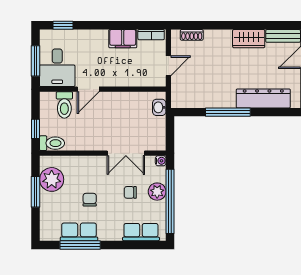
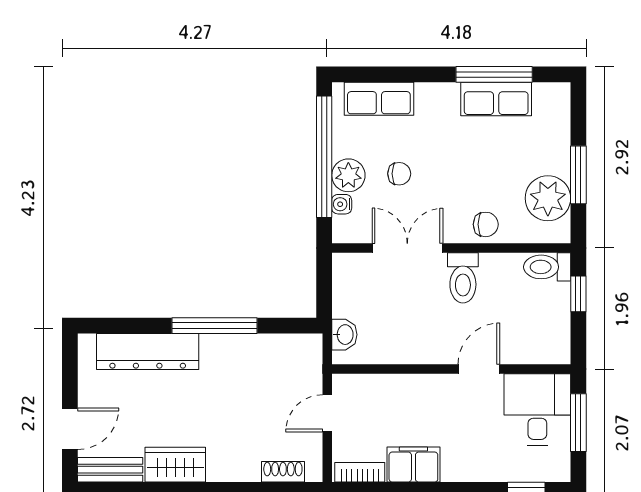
toilet: (64, 105) -> (463, 278), moved, turned 180
water cooler: (161, 161) -> (342, 204), moved
chair: (90, 200) -> (486, 224), moved, turned -90

